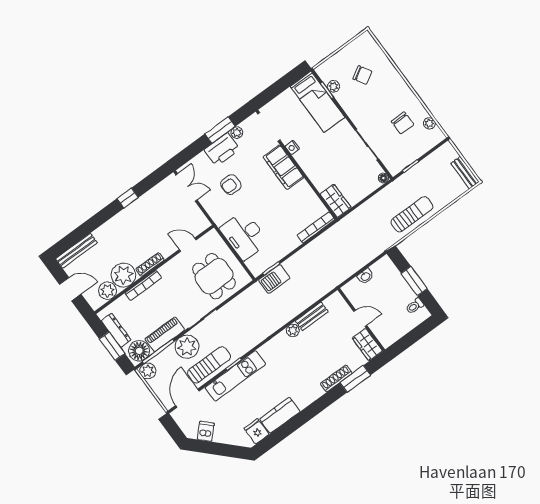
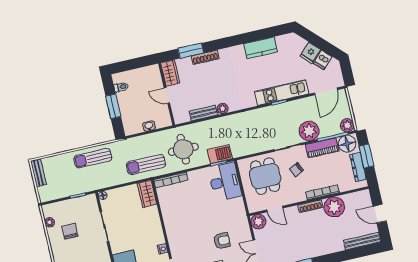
filing cabinet: (283, 167) -> (176, 237), removed
desk: (244, 235) -> (225, 182), moved
round table: (317, 267) -> (183, 149), added
plant: (108, 291) -> (258, 222), moved
chair: (183, 298) -> (296, 170), added
sun lounger: (209, 365) -> (146, 165), moved
fridge: (257, 431) -> (310, 53), moved, turned 45

